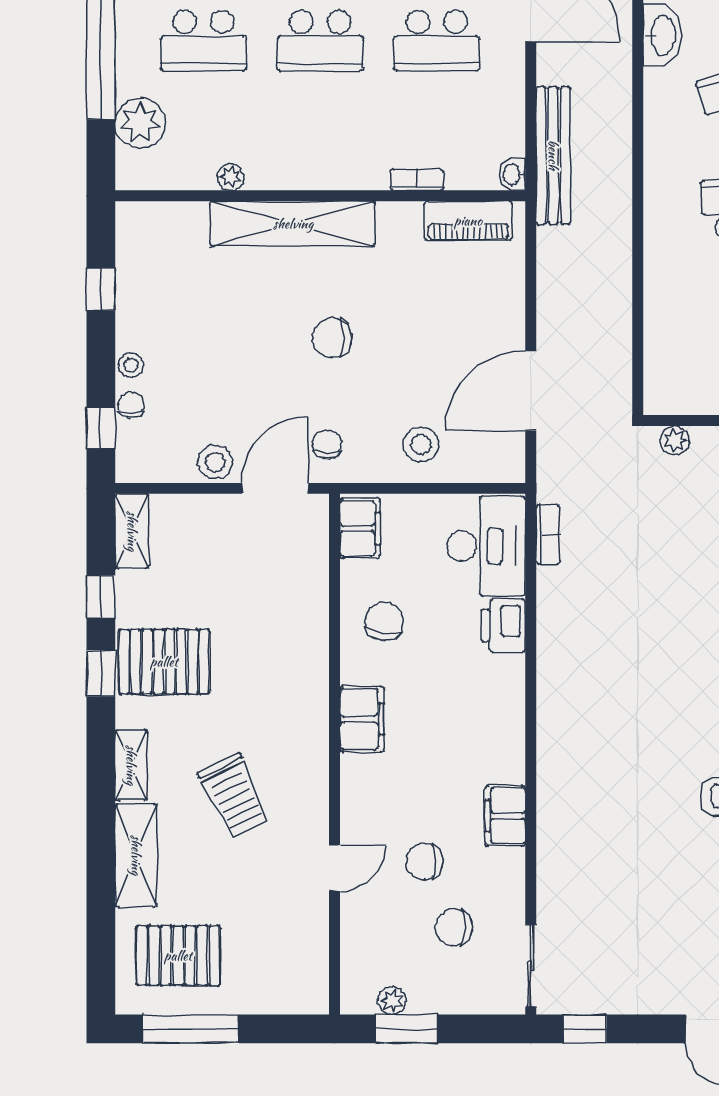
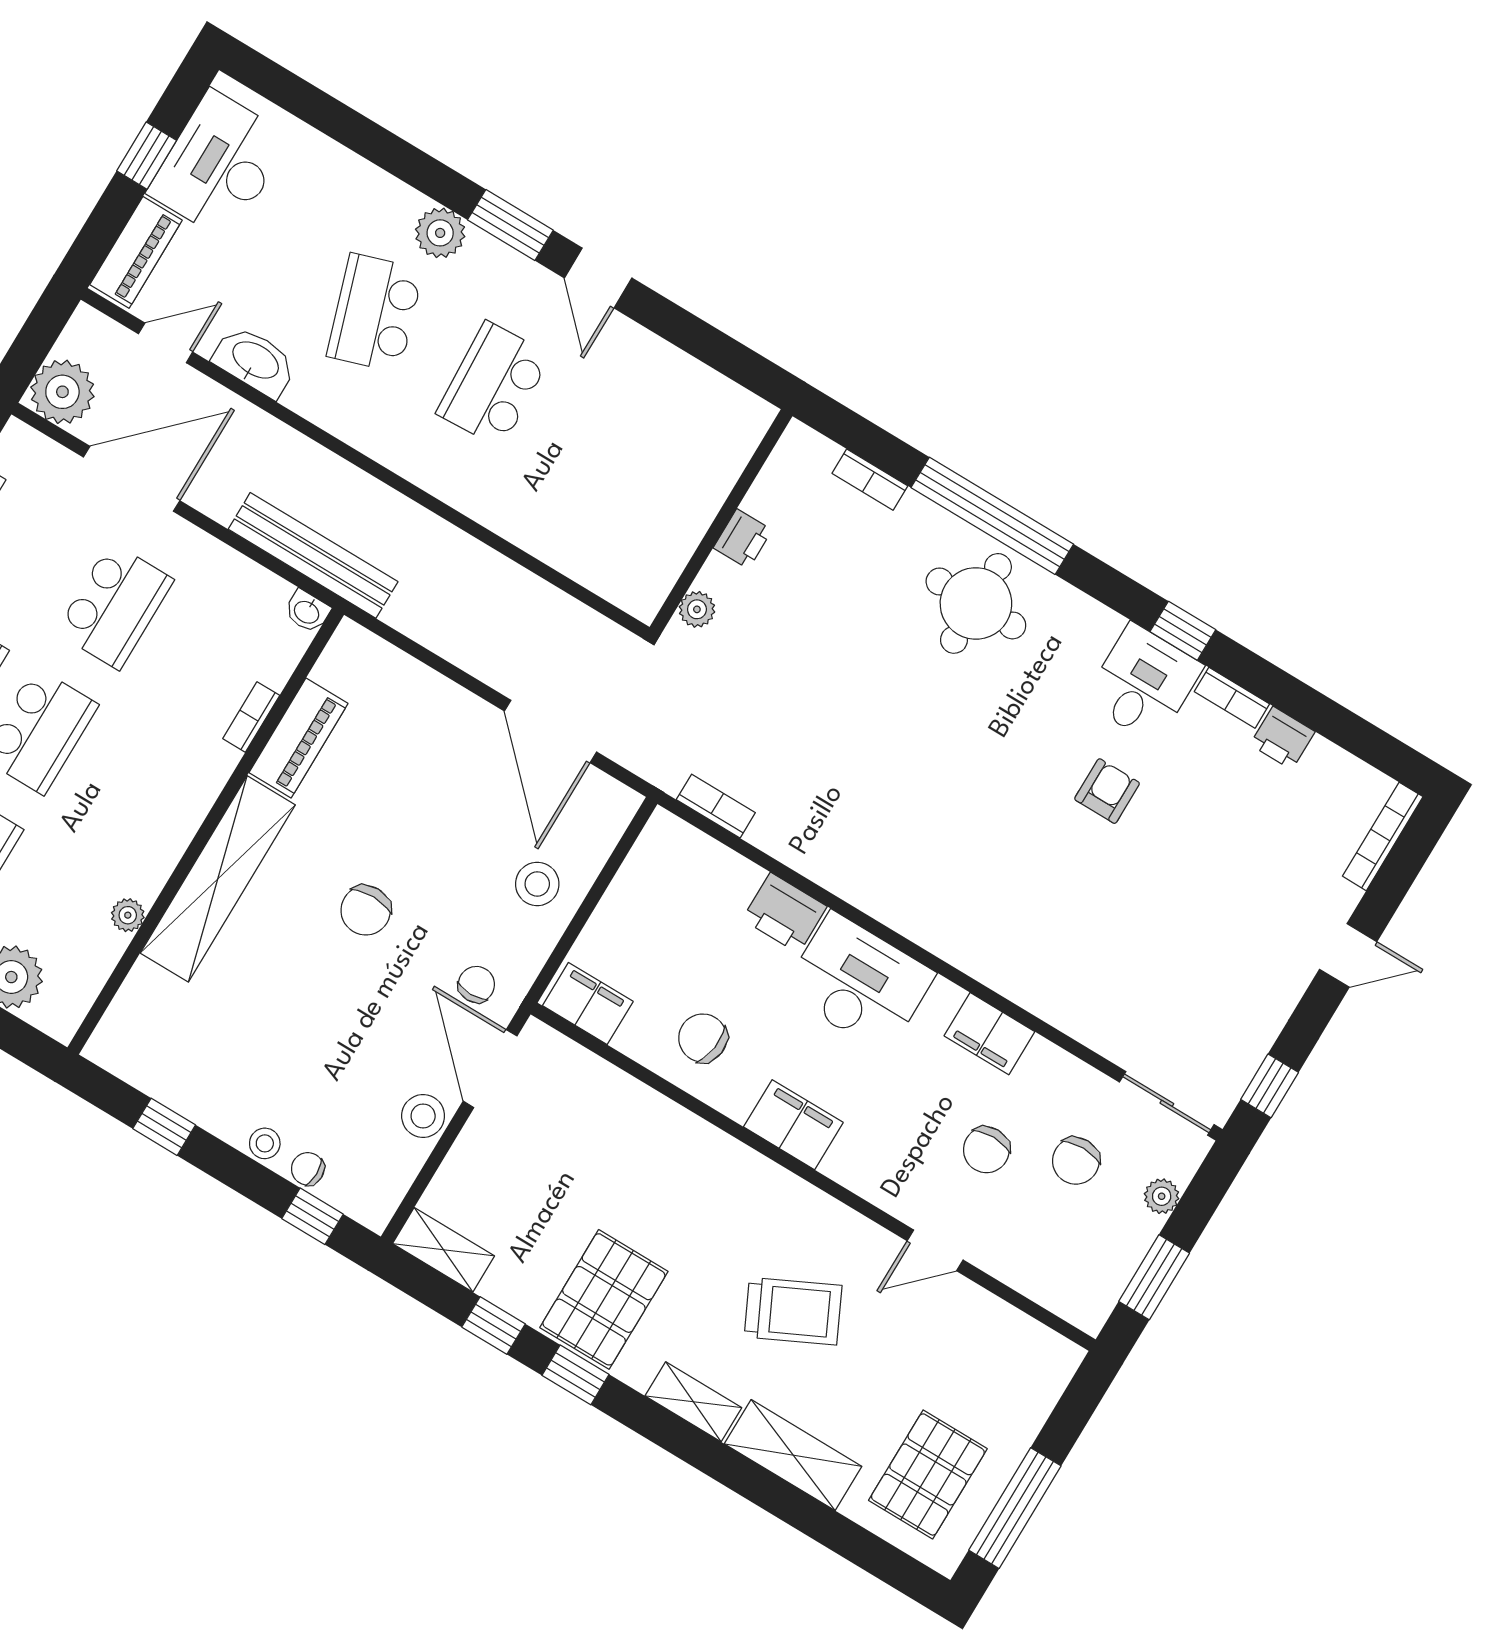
piano: (468, 221) -> (299, 738), moved
chair: (327, 444) -> (476, 984), turned 90
desk: (486, 546) -> (859, 983), moved
door: (334, 868) -> (935, 1250), swing flipped
plant: (392, 1001) -> (1162, 1196), moved

